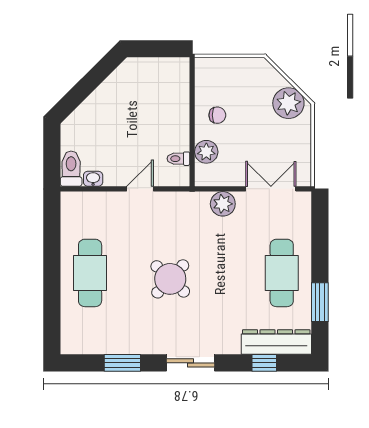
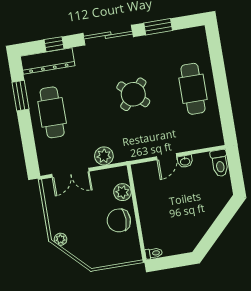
plant: (288, 103) -> (61, 239), width x0.53, depth x0.53
chair: (217, 115) -> (119, 220), width x1.87, depth x1.87
toilet: (178, 159) -> (154, 253), moved
washbasin: (93, 179) -> (185, 161), moved
sliding door: (190, 363) -> (108, 35), width x1.37

